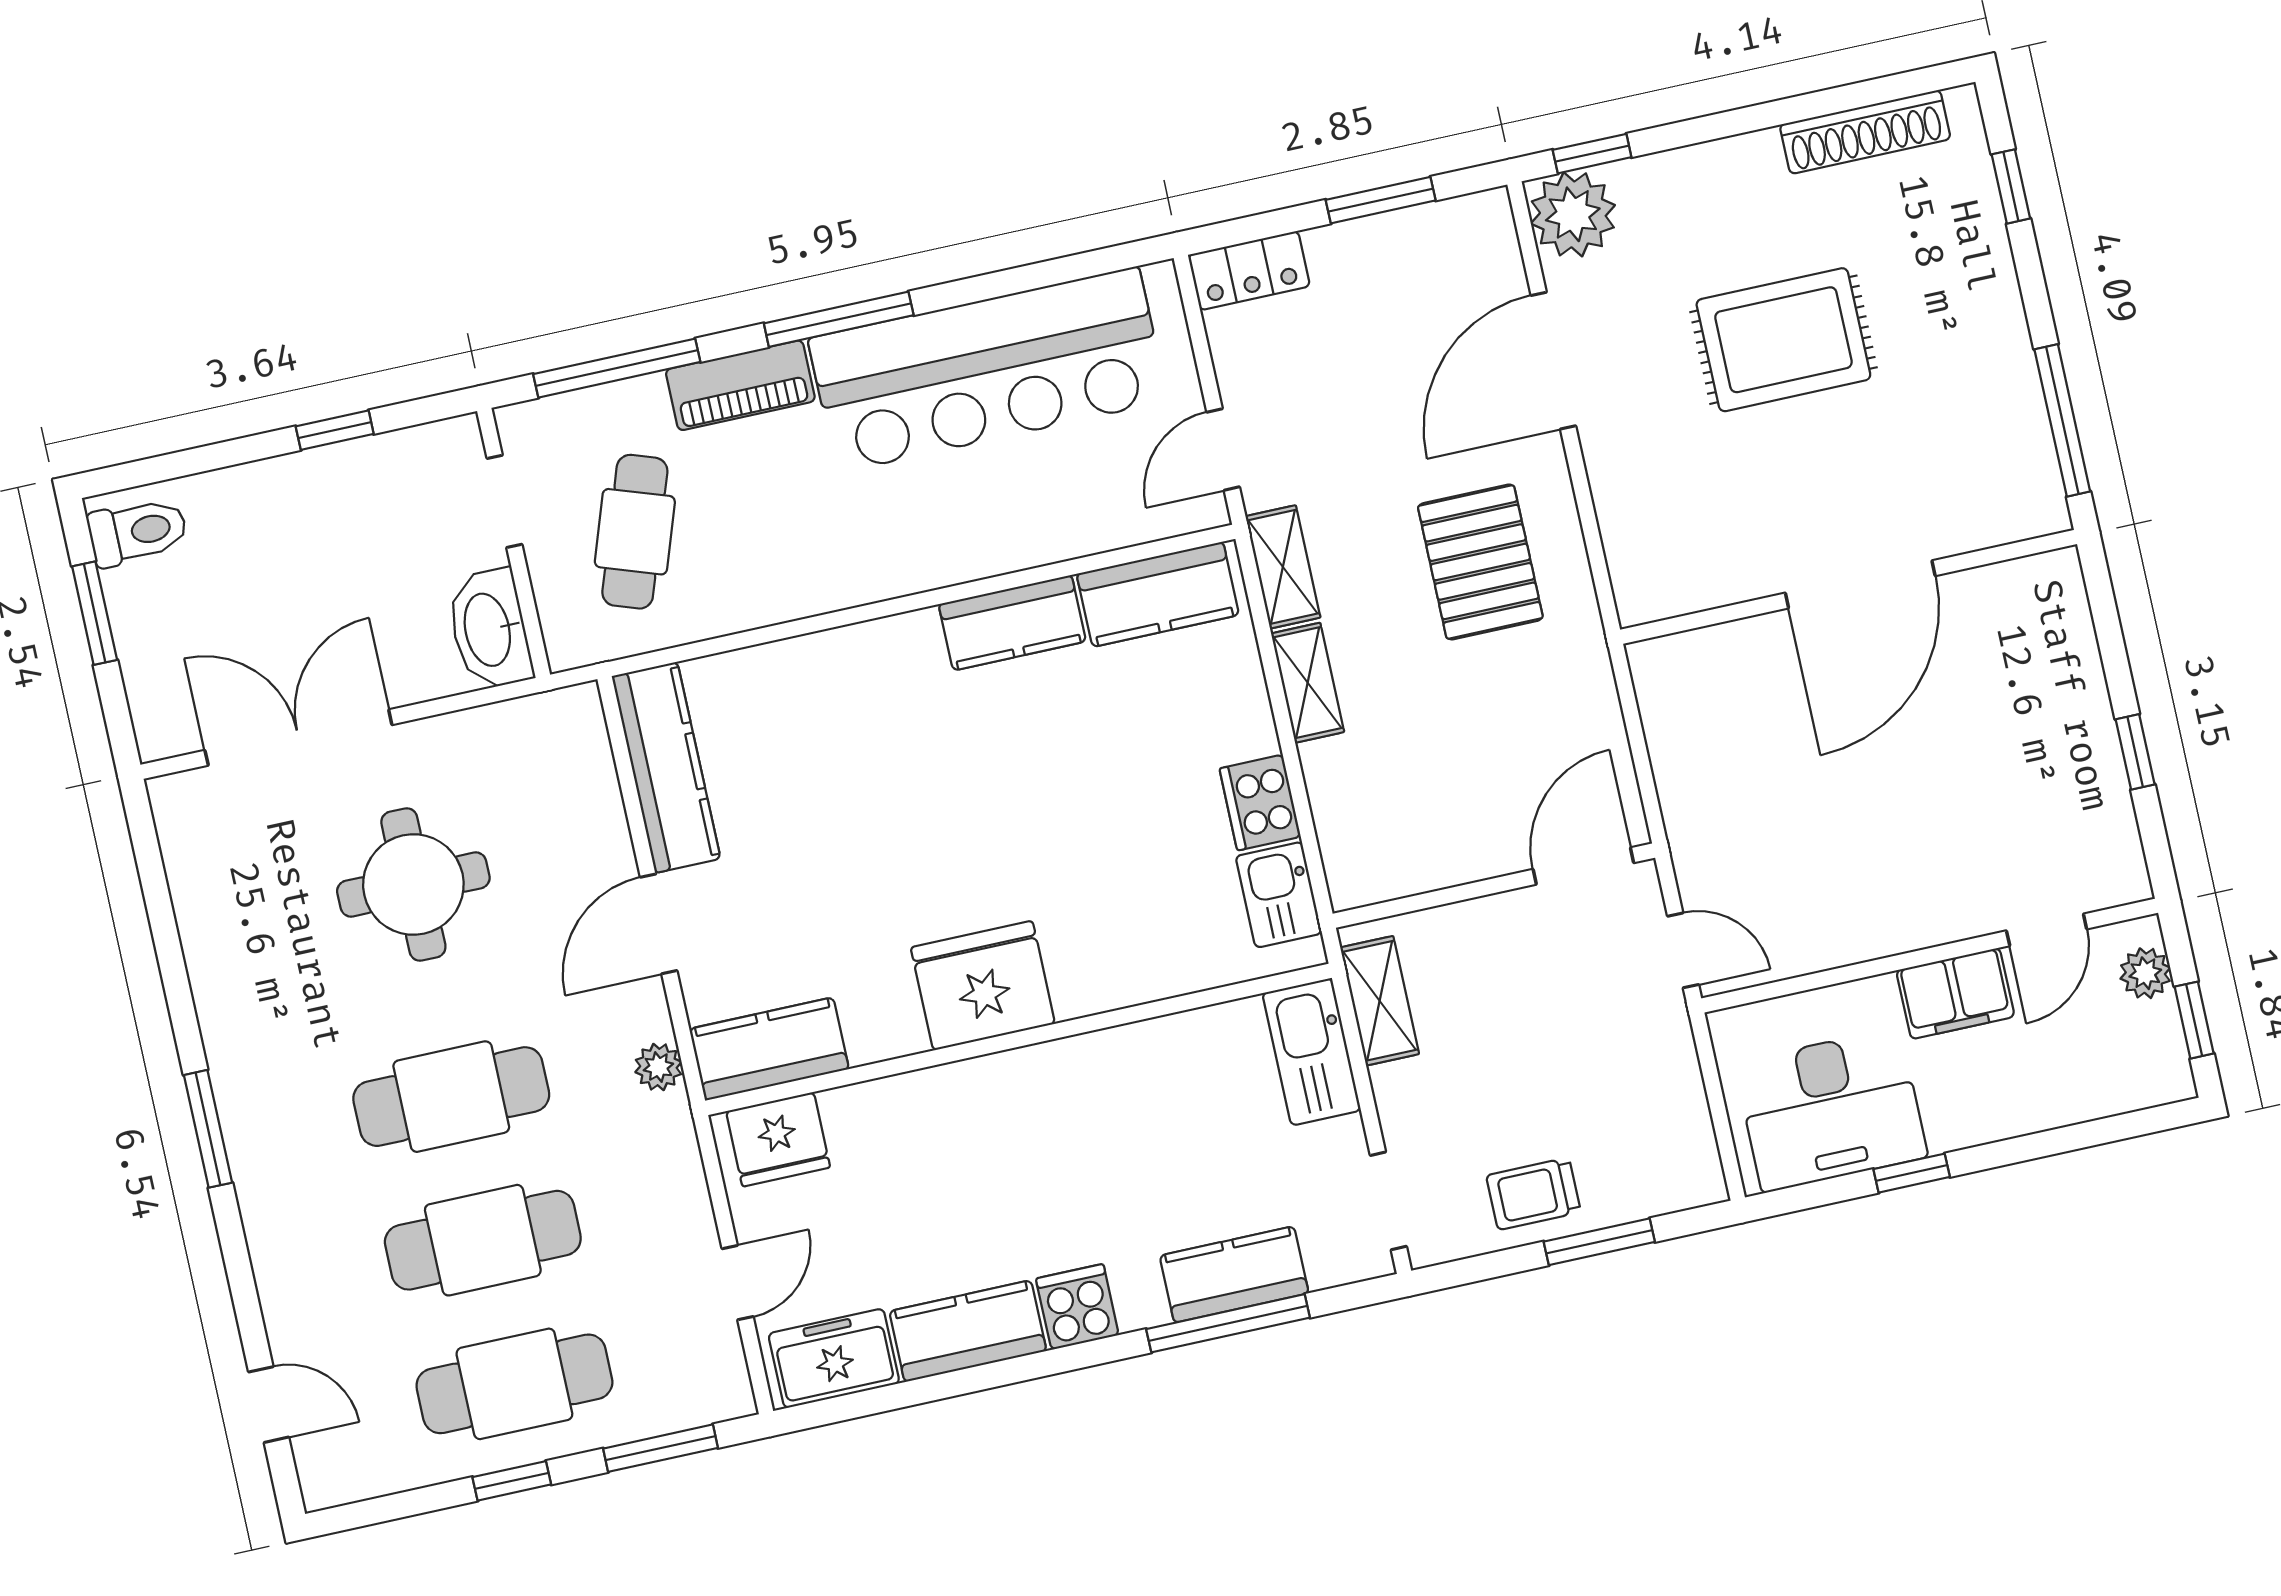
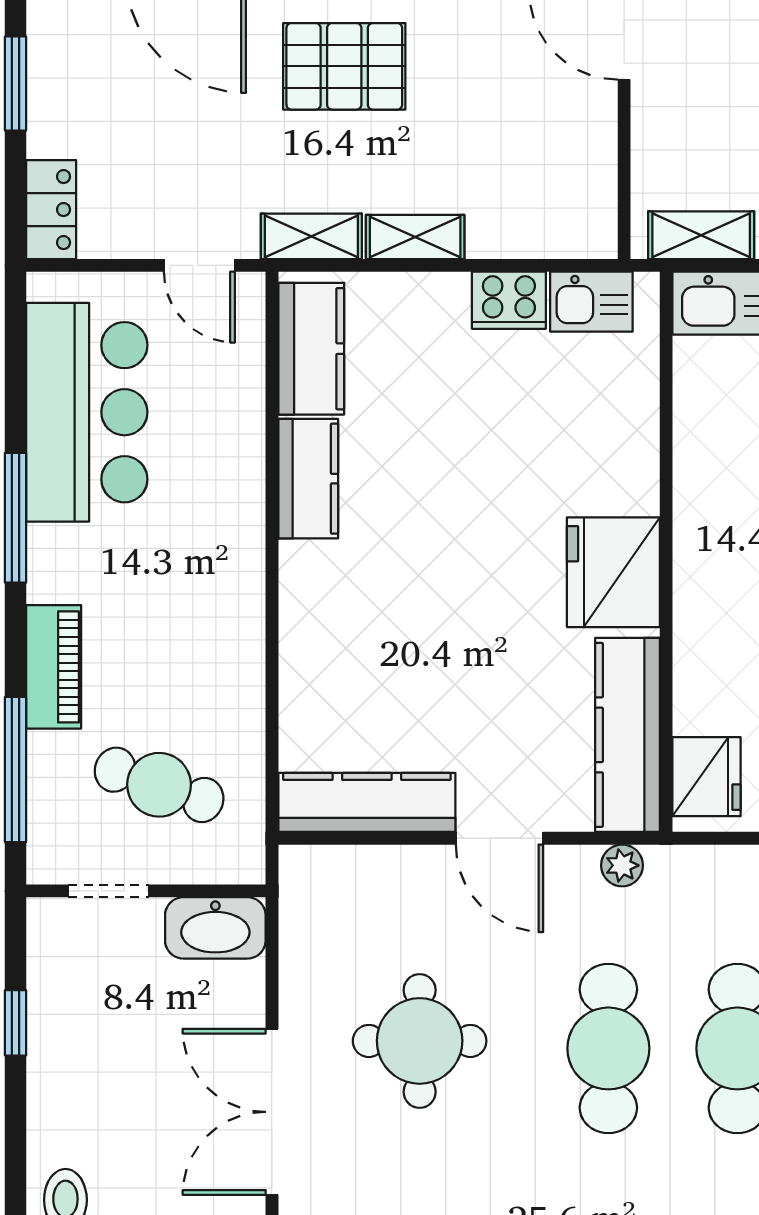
window: (839, 319) -> (16, 518), moved
bar counter: (988, 370) -> (87, 412), width x0.73
kitchen counter: (769, 1049) -> (628, 735), width x1.50

